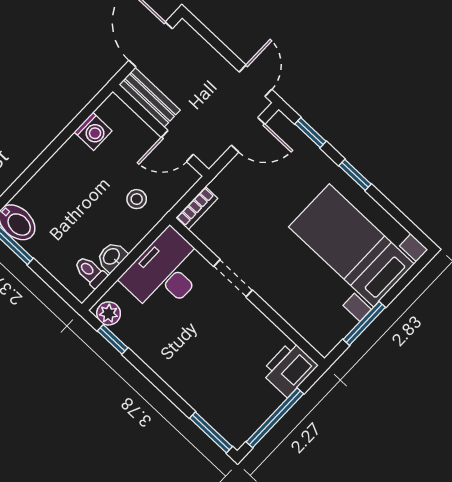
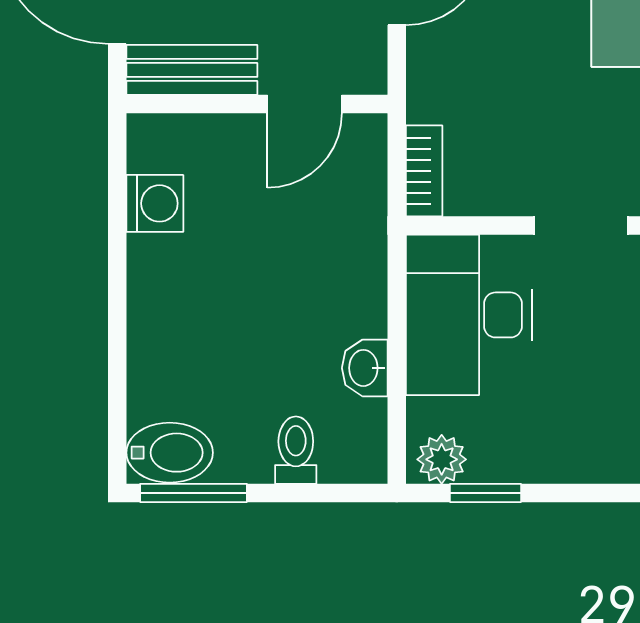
stool: (137, 199) -> (319, 244), removed
toilet: (90, 272) -> (296, 450), moved, turned 90

